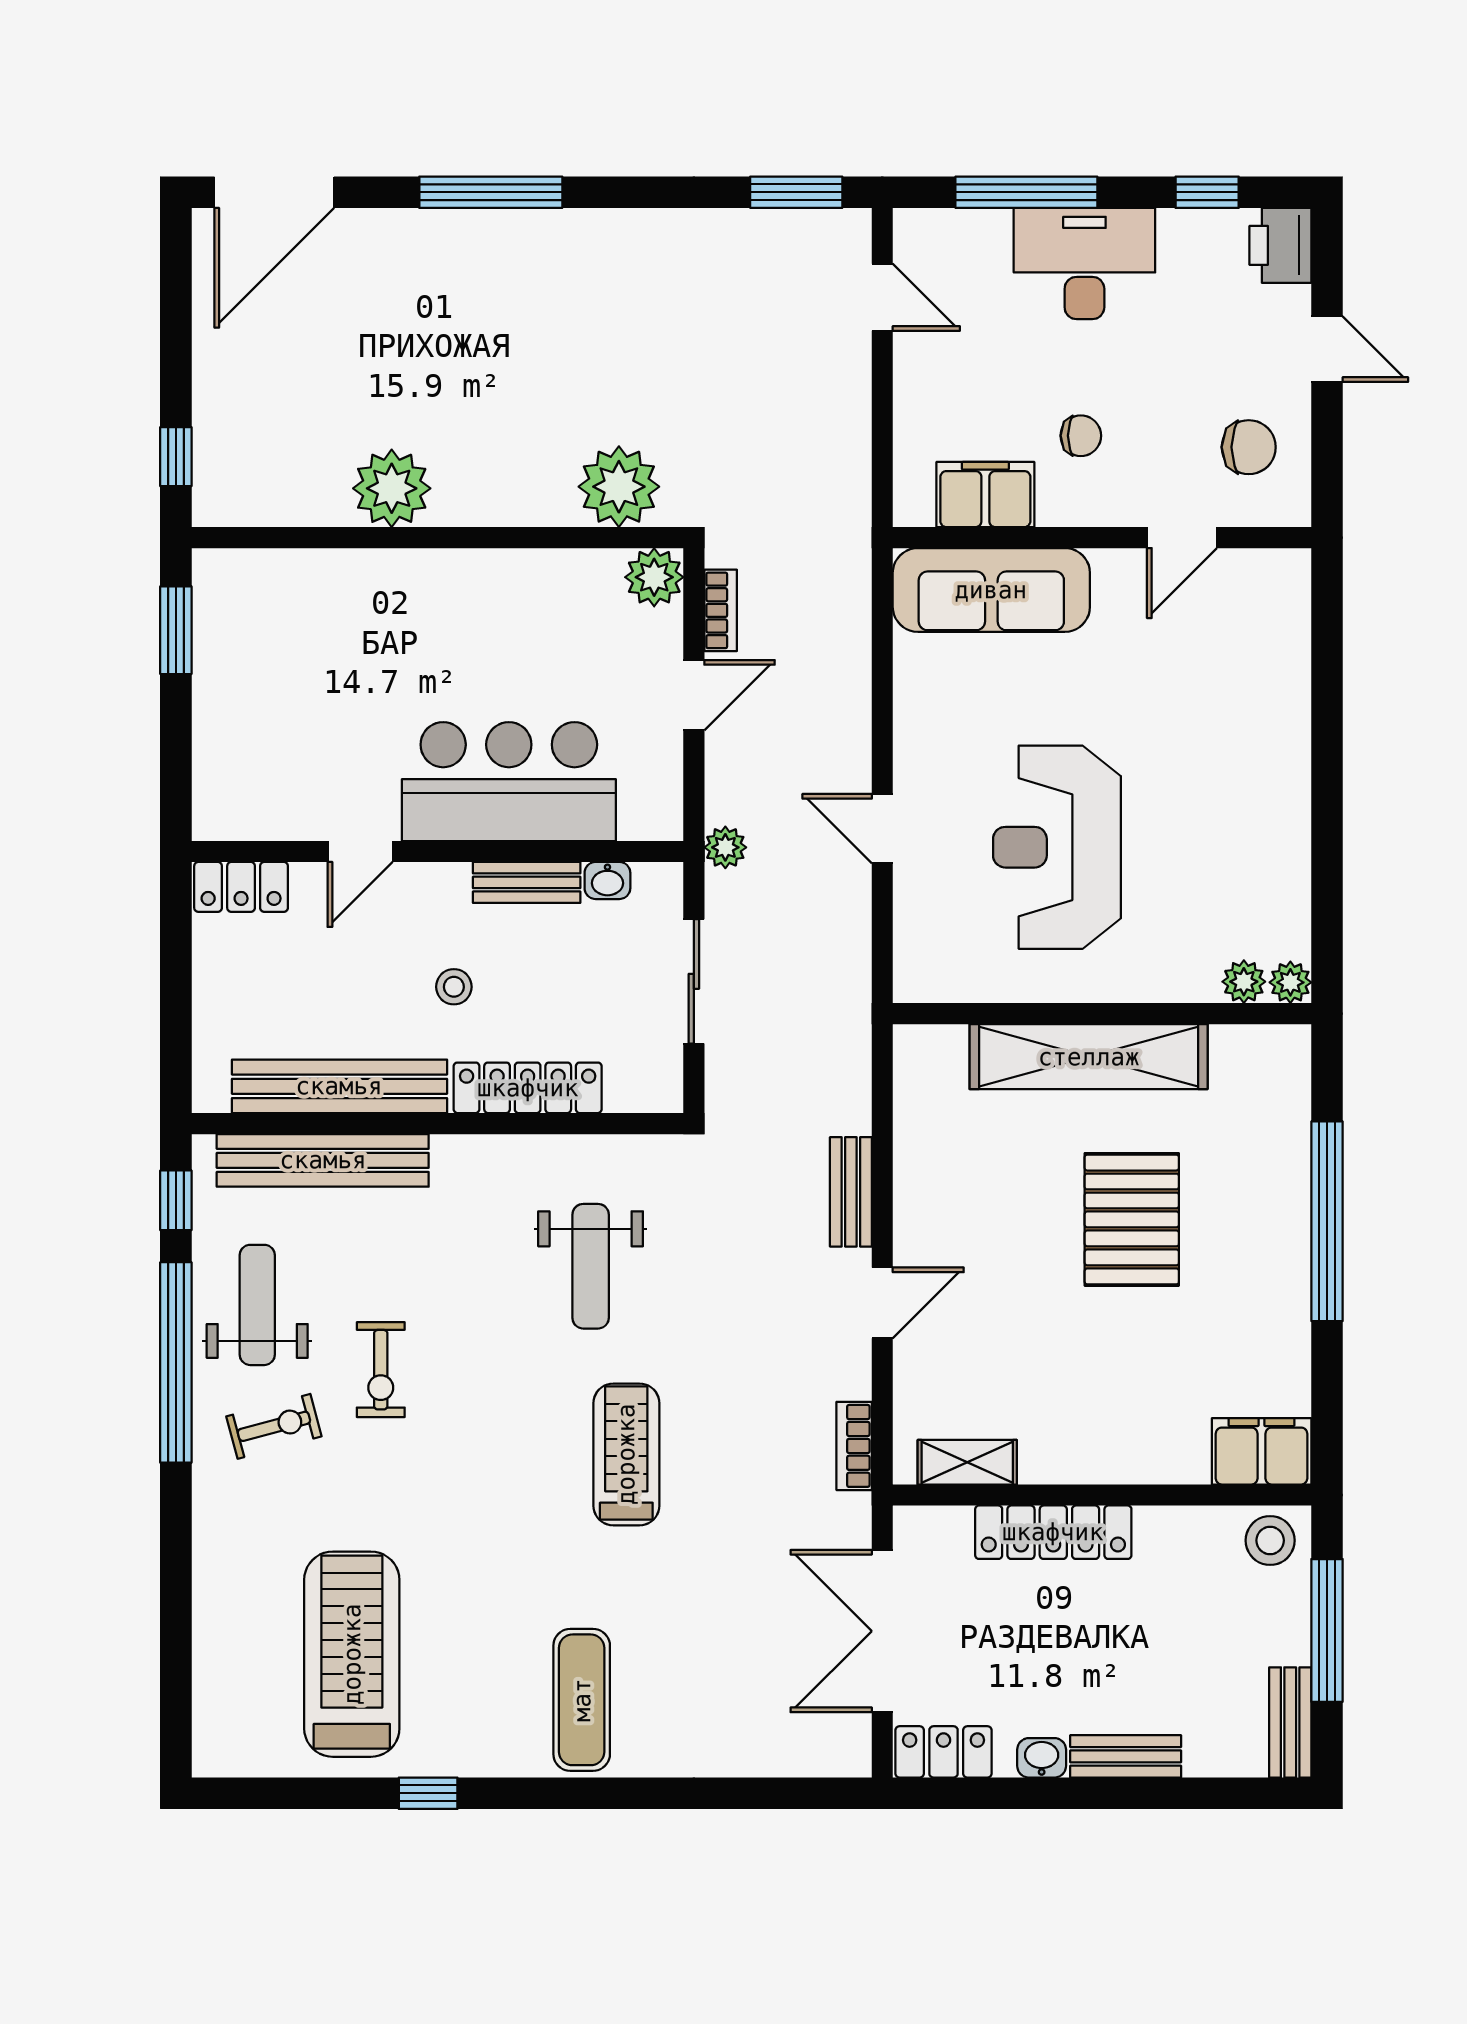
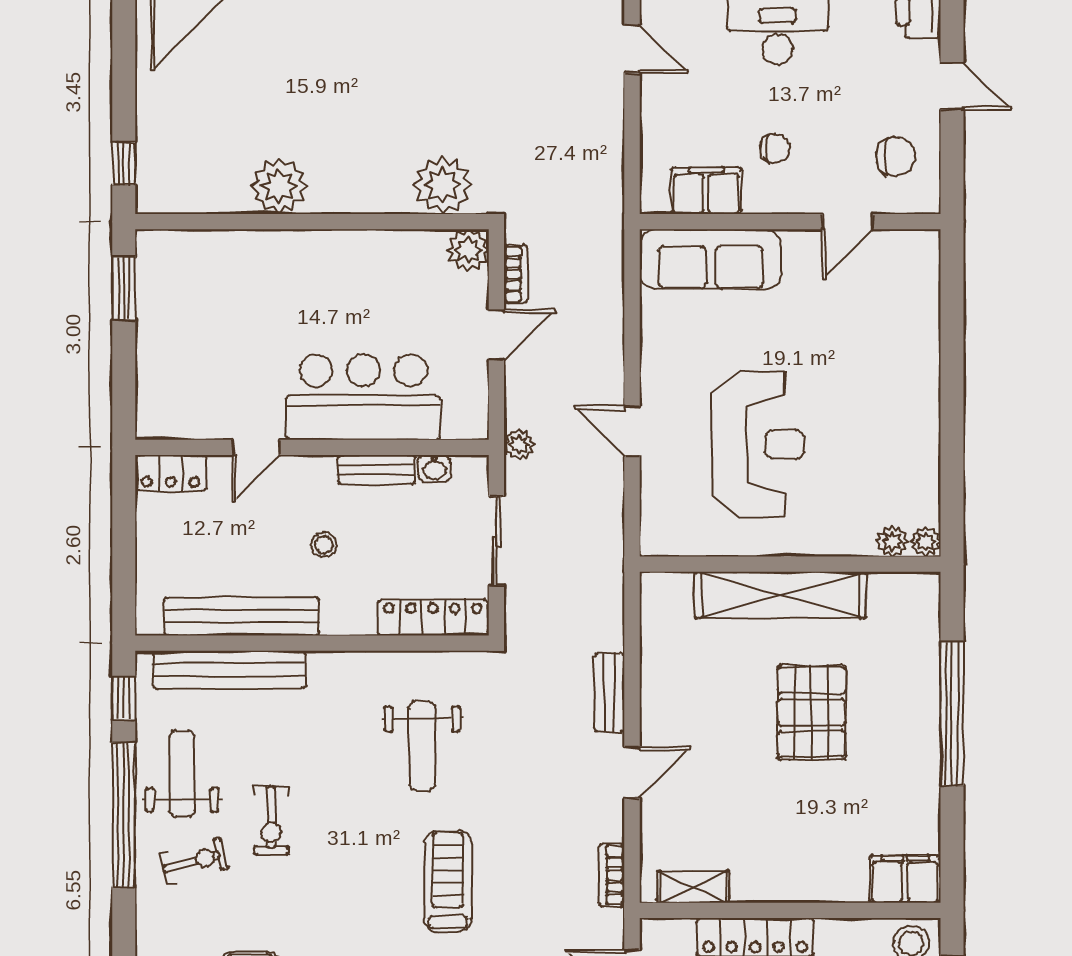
reception desk: (1057, 847) -> (758, 444), turned 180
locker: (528, 1088) -> (433, 617), moved

